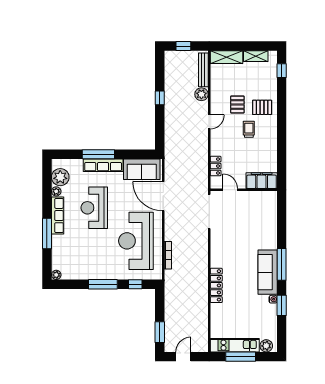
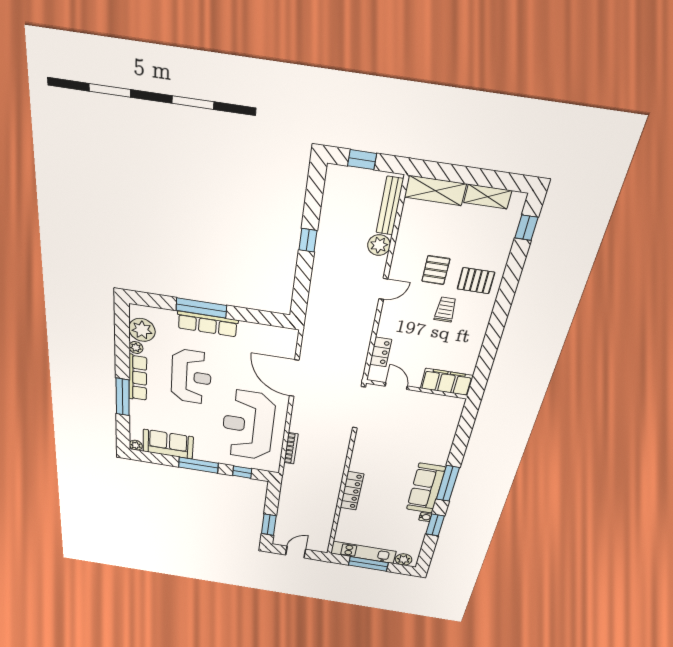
sofa: (142, 169) -> (168, 444), moved, turned 180
reception desk: (94, 208) -> (191, 377), turned 180

